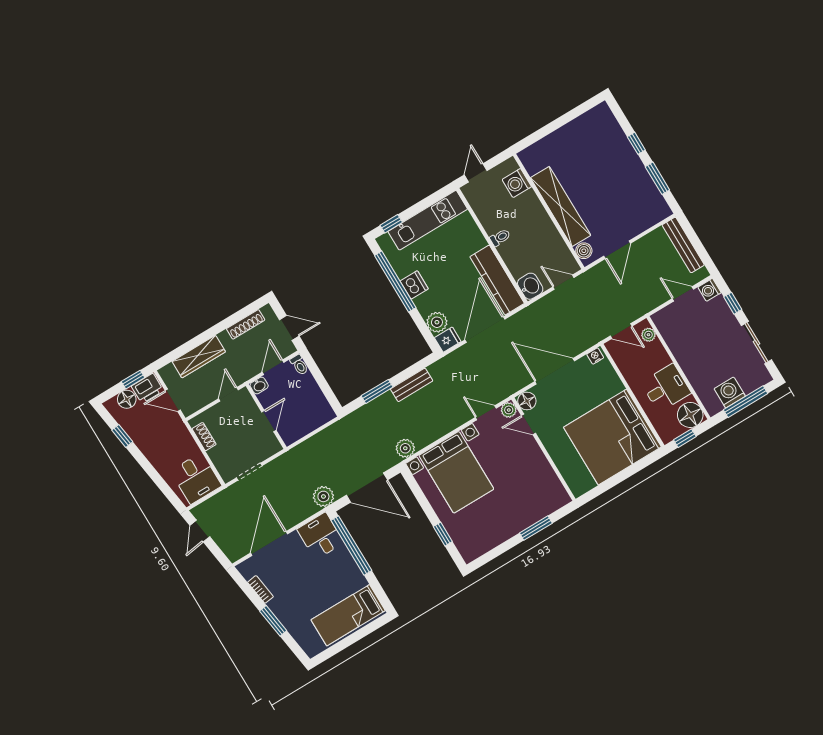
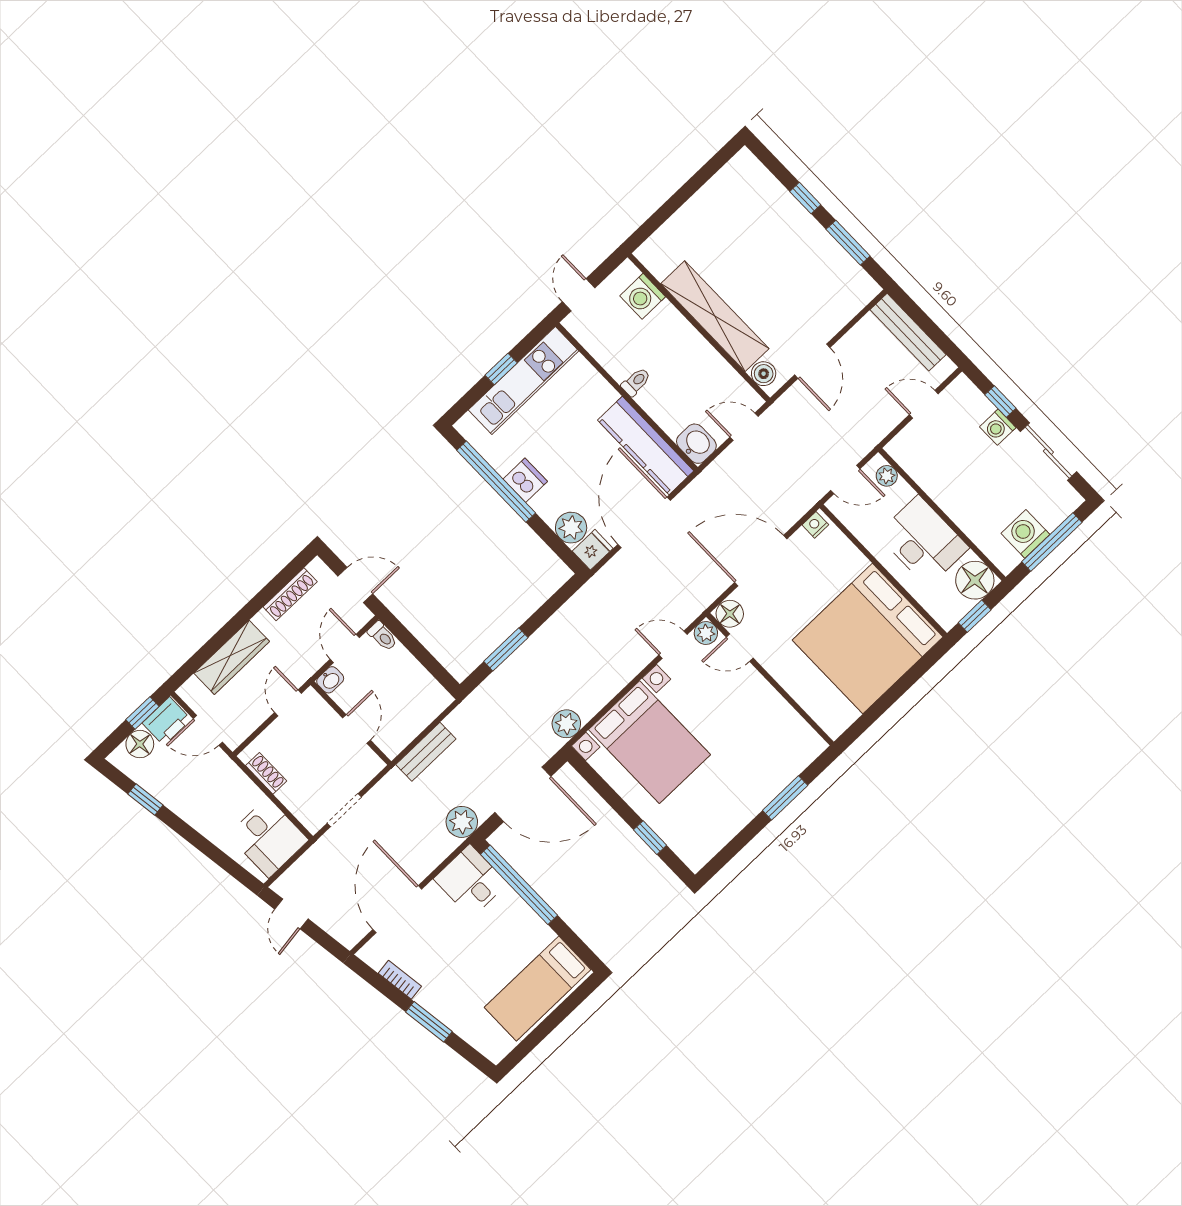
window: (391, 224) -> (501, 369), moved
washing machine: (709, 290) -> (998, 427), moved
bench: (412, 385) -> (426, 752), moved
desk: (666, 388) -> (923, 541), width x1.37

